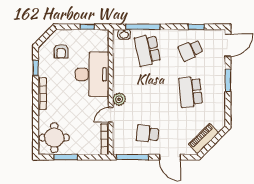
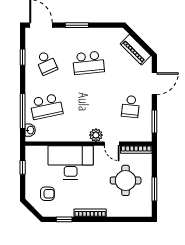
round table: (54, 138) -> (126, 180), moved
window: (133, 157) -> (154, 122), width x0.69

